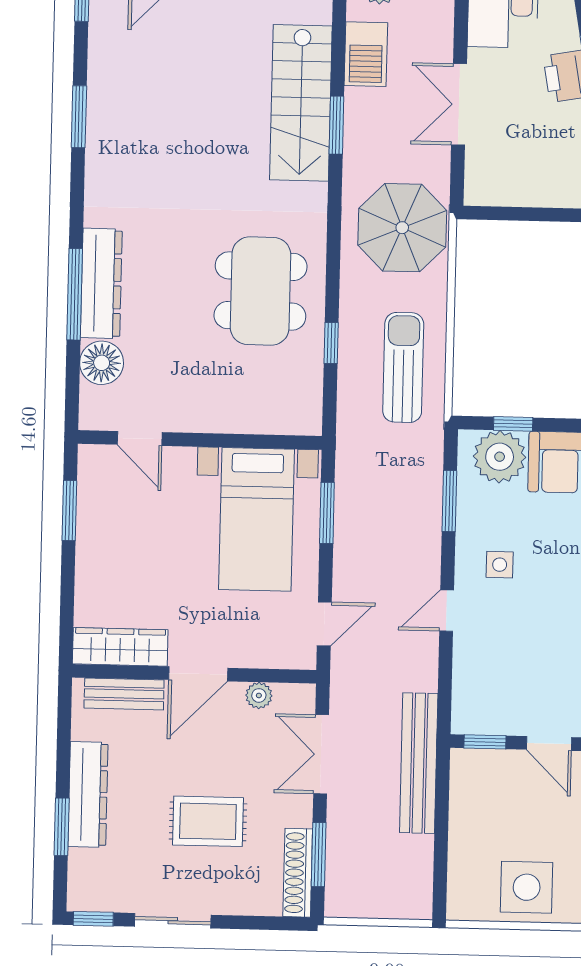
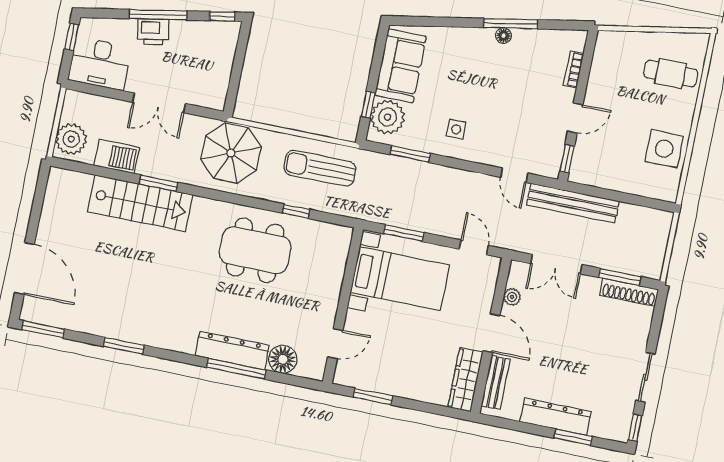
door: (447, 611) -> (514, 175), moved
rug: (208, 821) -> (586, 344), removed

